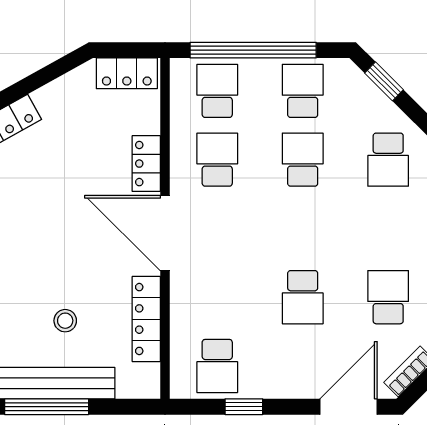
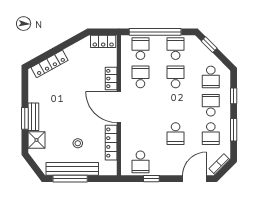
school desk: (388, 228) -> (211, 105), added
school desk: (388, 297) -> (211, 134), turned 180

